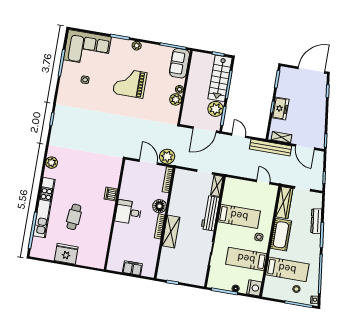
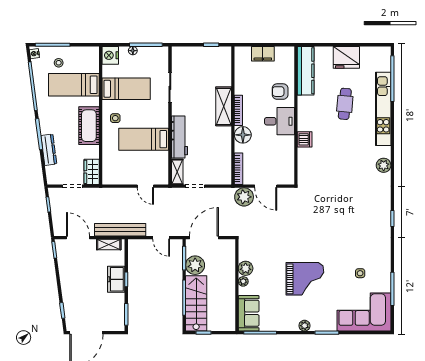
door: (263, 182) -> (145, 186), moved
wardrobe: (284, 203) -> (92, 172), width x0.67
armchair: (124, 236) -> (280, 92), added
kitchen counter: (101, 249) -> (306, 71), added

